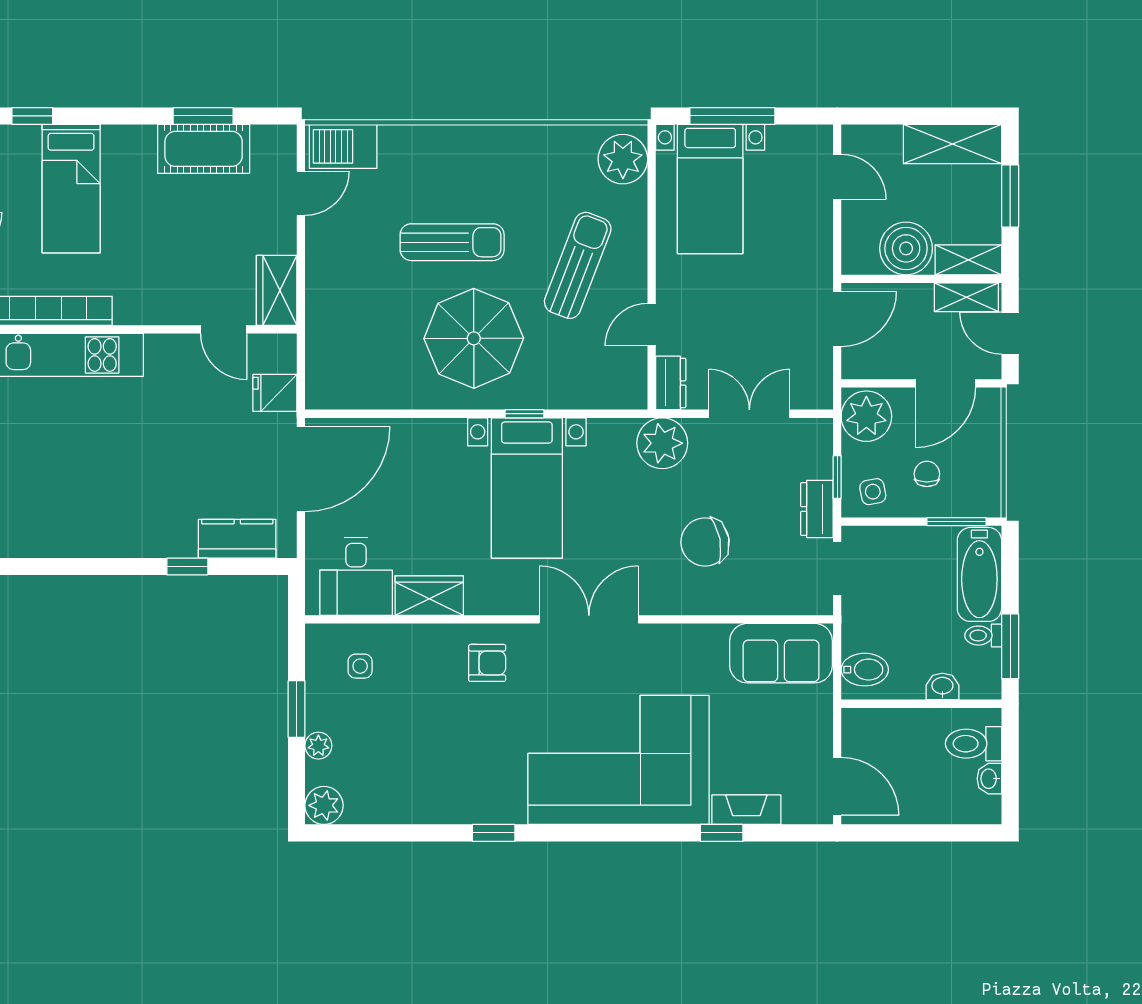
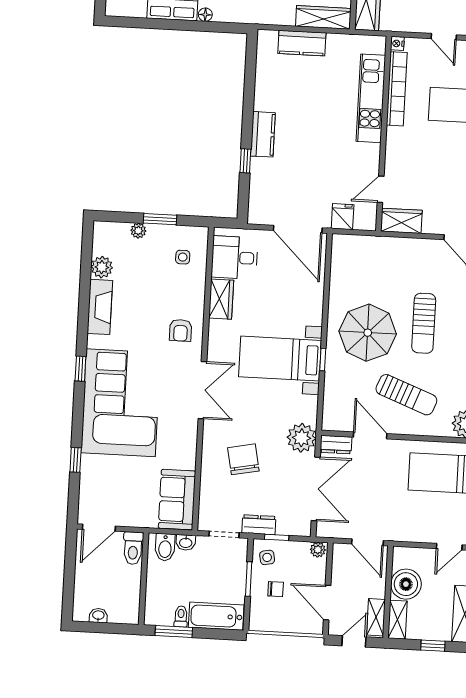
window: (1010, 196) -> (433, 646), width x0.67
door: (652, 325) -> (370, 435), width x1.38
double door: (749, 414) -> (316, 489), width x1.37
plant: (866, 416) -> (318, 550), width x0.53, depth x0.53
window: (957, 522) -> (249, 579), moved
kitchen counter: (237, 539) -> (263, 134), moved
washbasin: (942, 686) -> (186, 542), moved, turned 90
toilet: (973, 744) -> (133, 548), moved, turned 180
plant: (324, 805) -> (102, 267), moved
fireplace: (746, 810) -> (100, 307), moved, width x1.37, depth x1.32
window: (494, 833) -> (80, 369), moved

